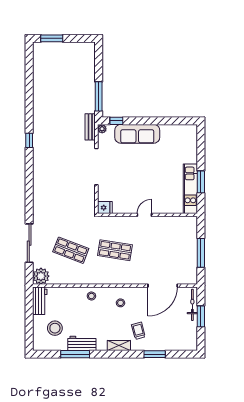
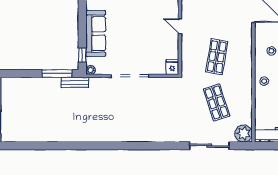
bench: (90, 127) -> (75, 82), moved
window: (29, 140) -> (103, 146), removed
shop shelf: (71, 250) -> (217, 103), turned -39

